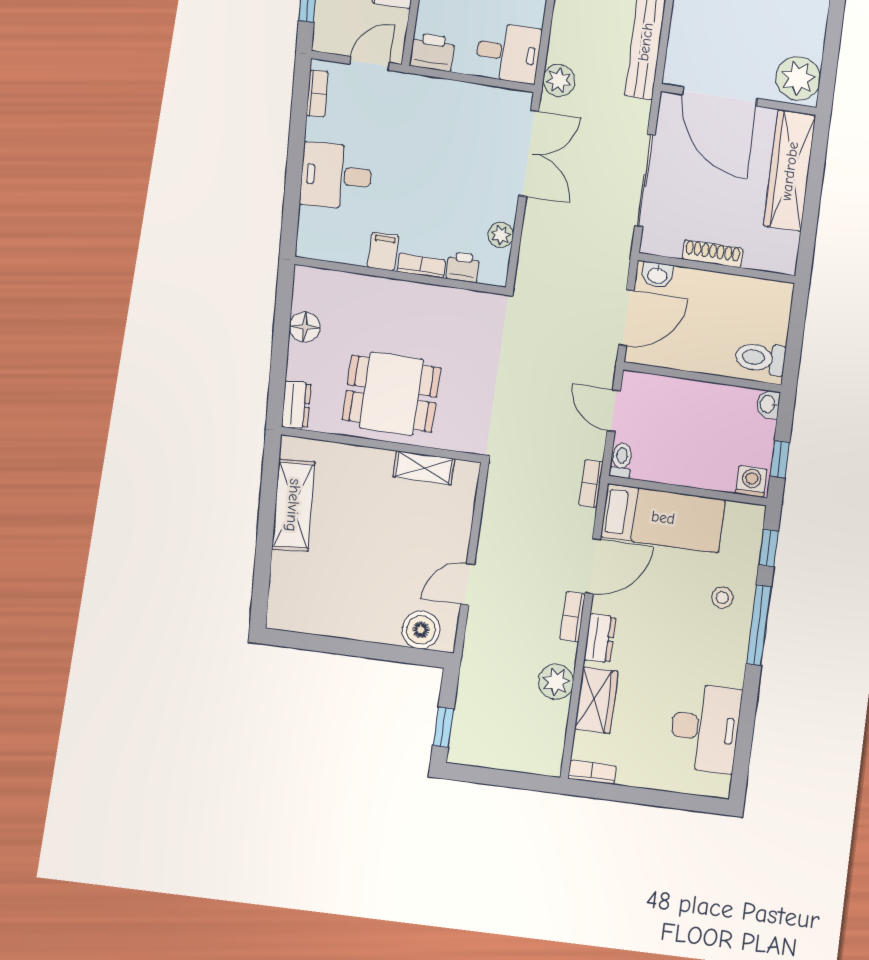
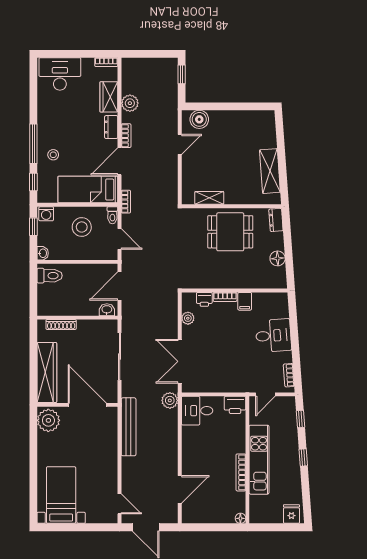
shoe rack: (713, 254) -> (61, 325), moved
stool: (685, 445) -> (82, 227), added
desk: (705, 728) -> (60, 74), moved, turned 90

